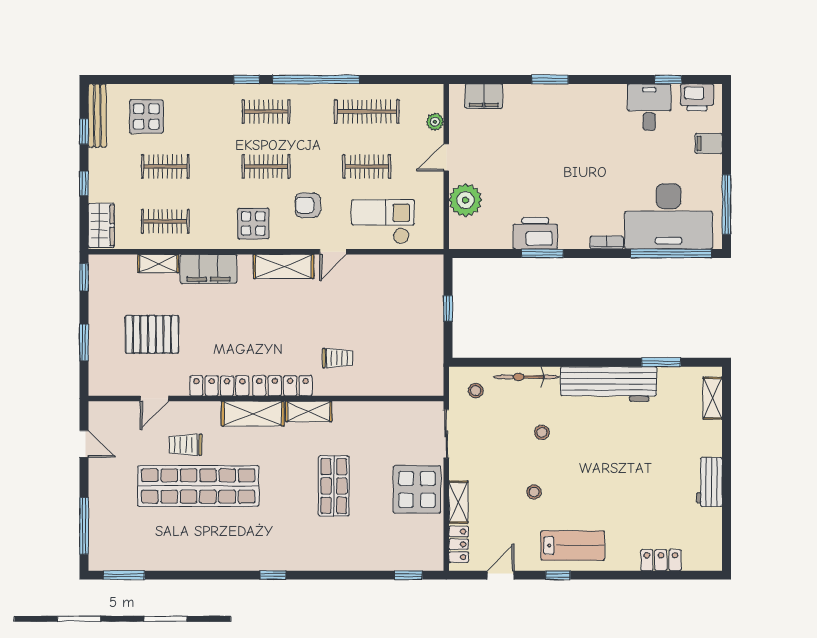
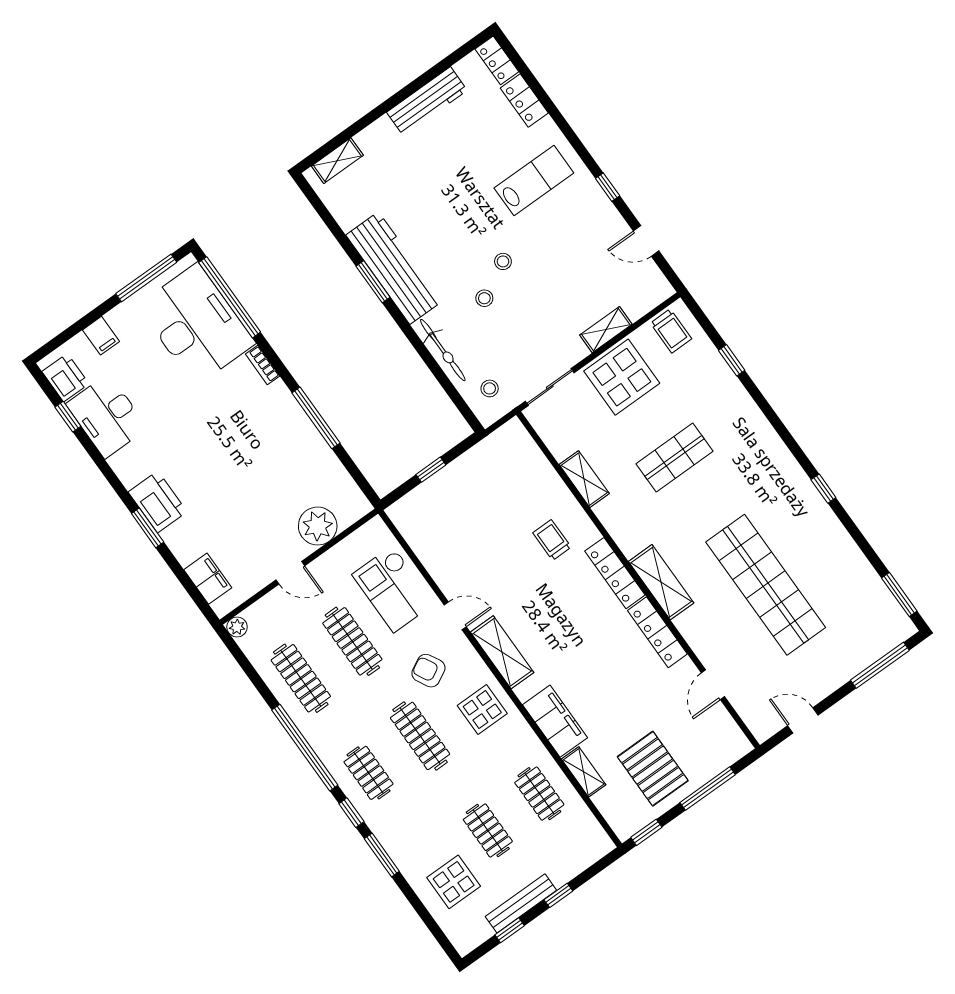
window: (201, 79) -> (382, 855), added
desk: (649, 107) -> (107, 416), width x1.37
bench: (97, 116) -> (521, 903), moved
plant: (435, 122) -> (237, 627), moved
clothes rail: (266, 166) -> (420, 736), width x1.36
clothes rail: (367, 166) -> (352, 641), width x1.36
armchair: (308, 205) -> (428, 671), turned 152
wardrobe: (101, 225) -> (586, 851), removed
printer: (535, 233) -> (158, 502), moved, turned 180
window: (542, 253) -> (316, 418), width x1.44
pallet: (152, 334) -> (653, 769), moved
window: (84, 342) -> (708, 789), width x1.44
window: (661, 362) -> (373, 282), moved
door: (154, 399) -> (713, 685), swing flipped
shelving: (309, 411) -> (584, 479), moved
door: (84, 444) -> (803, 720), hinge flipped
trolley: (185, 445) -> (671, 331), moved
workbench: (709, 482) -> (427, 101), width x1.38
stool: (534, 492) -> (503, 261), moved
locker: (459, 544) -> (497, 60), moved, turned -90
lab bench: (573, 545) -> (534, 180), moved, turned 90
window: (273, 575) -> (823, 489), moved
window: (408, 575) -> (732, 360), moved

